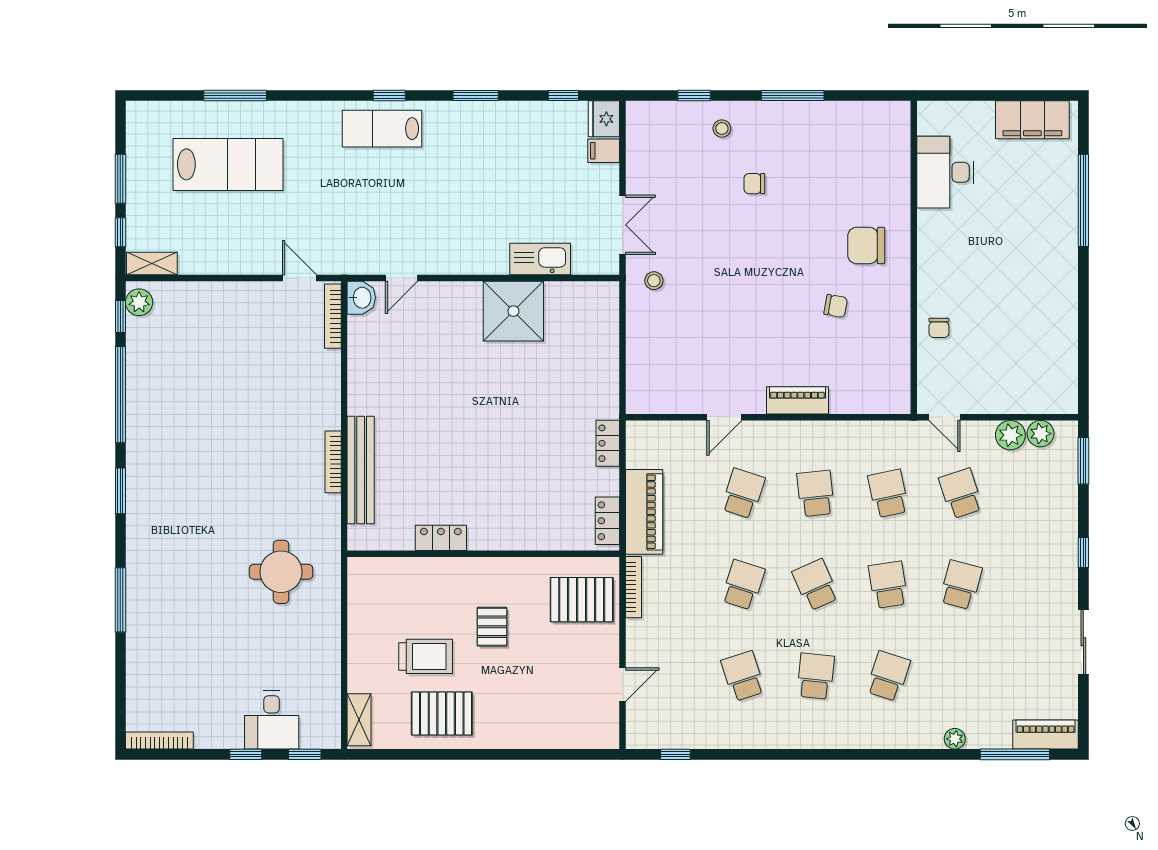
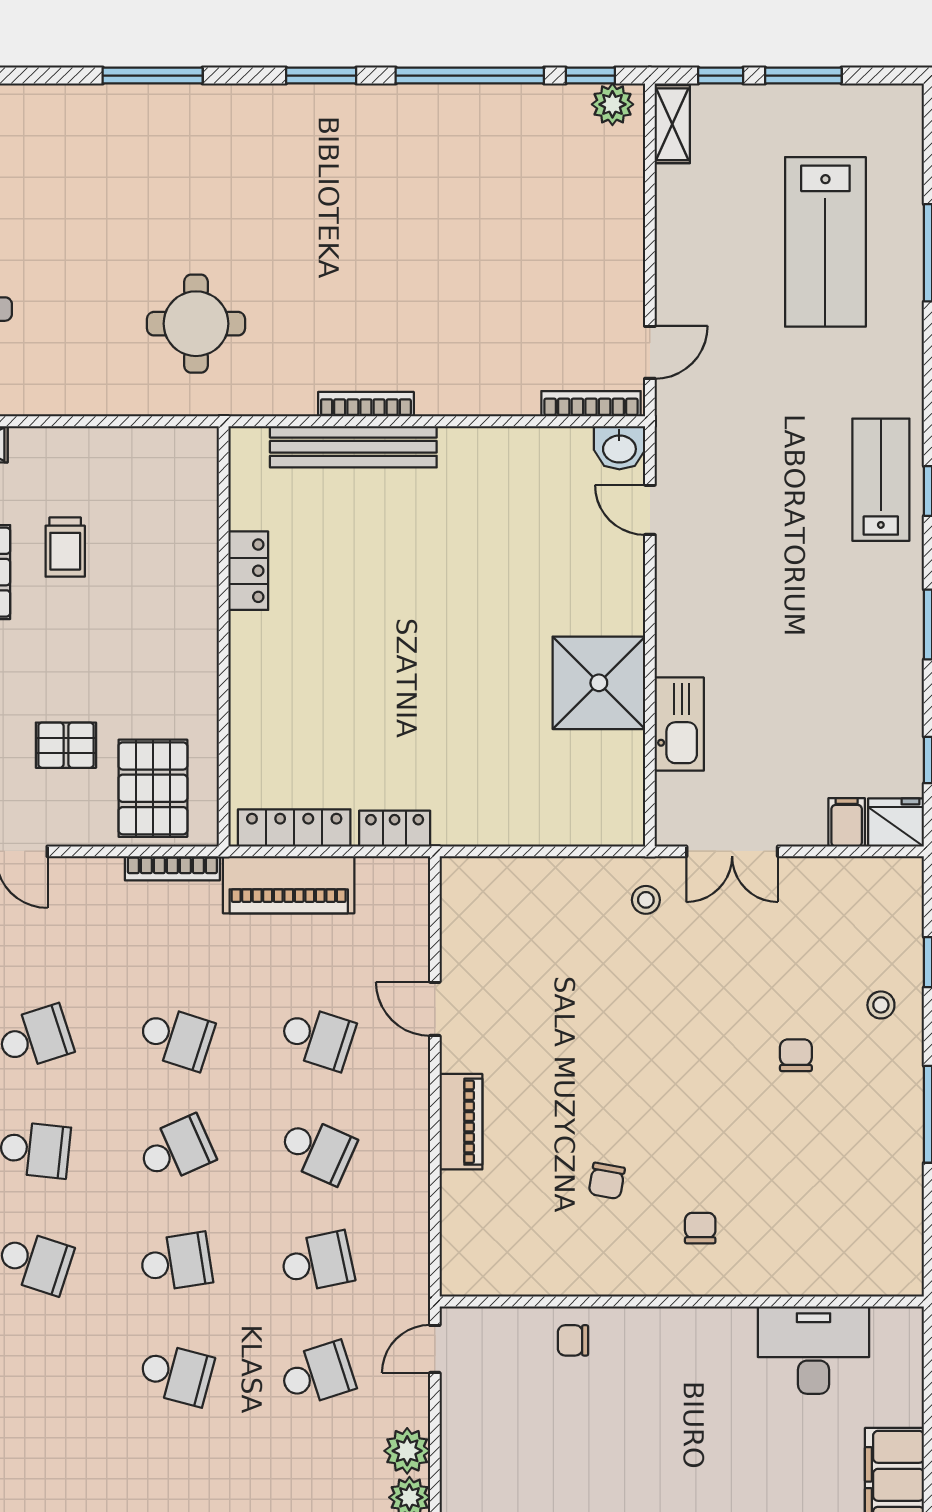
chair: (866, 245) -> (700, 1228), width x0.54, depth x0.54
school desk: (816, 493) -> (317, 1150), turned 30
locker: (607, 521) -> (294, 828), width x1.53
pallet: (492, 627) -> (66, 745), moved
trolley: (426, 656) -> (65, 547), width x0.73, depth x0.72

